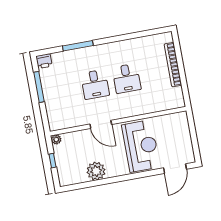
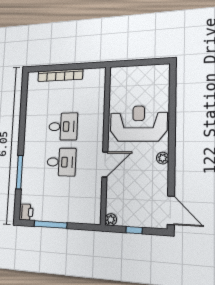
door: (175, 169) -> (171, 210), moved
plant: (96, 171) -> (163, 158), moved, width x0.53, depth x0.53

